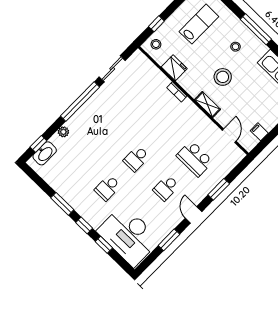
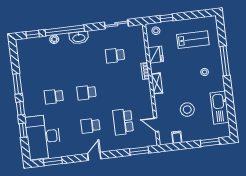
window: (256, 29) -> (225, 61), moved
stool: (223, 77) -> (187, 110), moved
school desk: (135, 100) -> (115, 55), added
window: (80, 102) -> (65, 30), moved
shelving: (207, 104) -> (157, 83), moved
door: (229, 136) -> (156, 125), swing flipped
washbasin: (45, 153) -> (79, 38), moved
window: (219, 189) -> (139, 151), moved
window: (169, 240) -> (53, 161), moved

